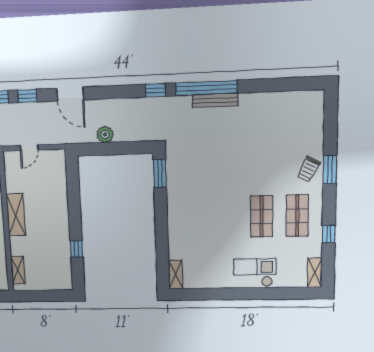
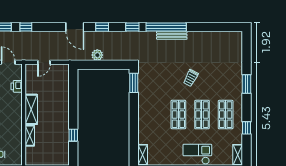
window: (27, 96) -> (102, 27), moved
trolley: (309, 169) -> (191, 78), moved
shop shelf: (226, 217) -> (178, 115), added
shelving: (18, 270) -> (30, 136), moved

